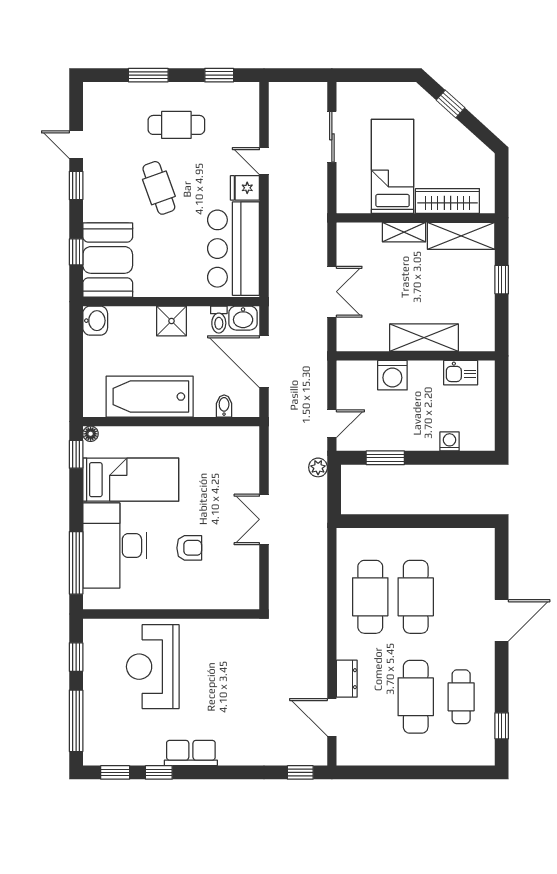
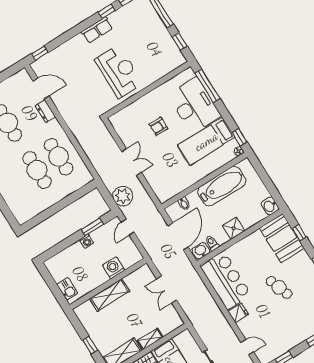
cafe table: (176, 125) -> (289, 322), removed
door: (264, 161) -> (247, 347), moved
door: (264, 362) -> (178, 236), hinge flipped
kitchen sink: (461, 373) -> (67, 289), moved, turned 90
washing machine: (449, 441) -> (86, 241), moved
plant: (318, 467) -> (123, 196), width x1.87, depth x1.87
reception desk: (153, 667) -> (119, 71), moved

